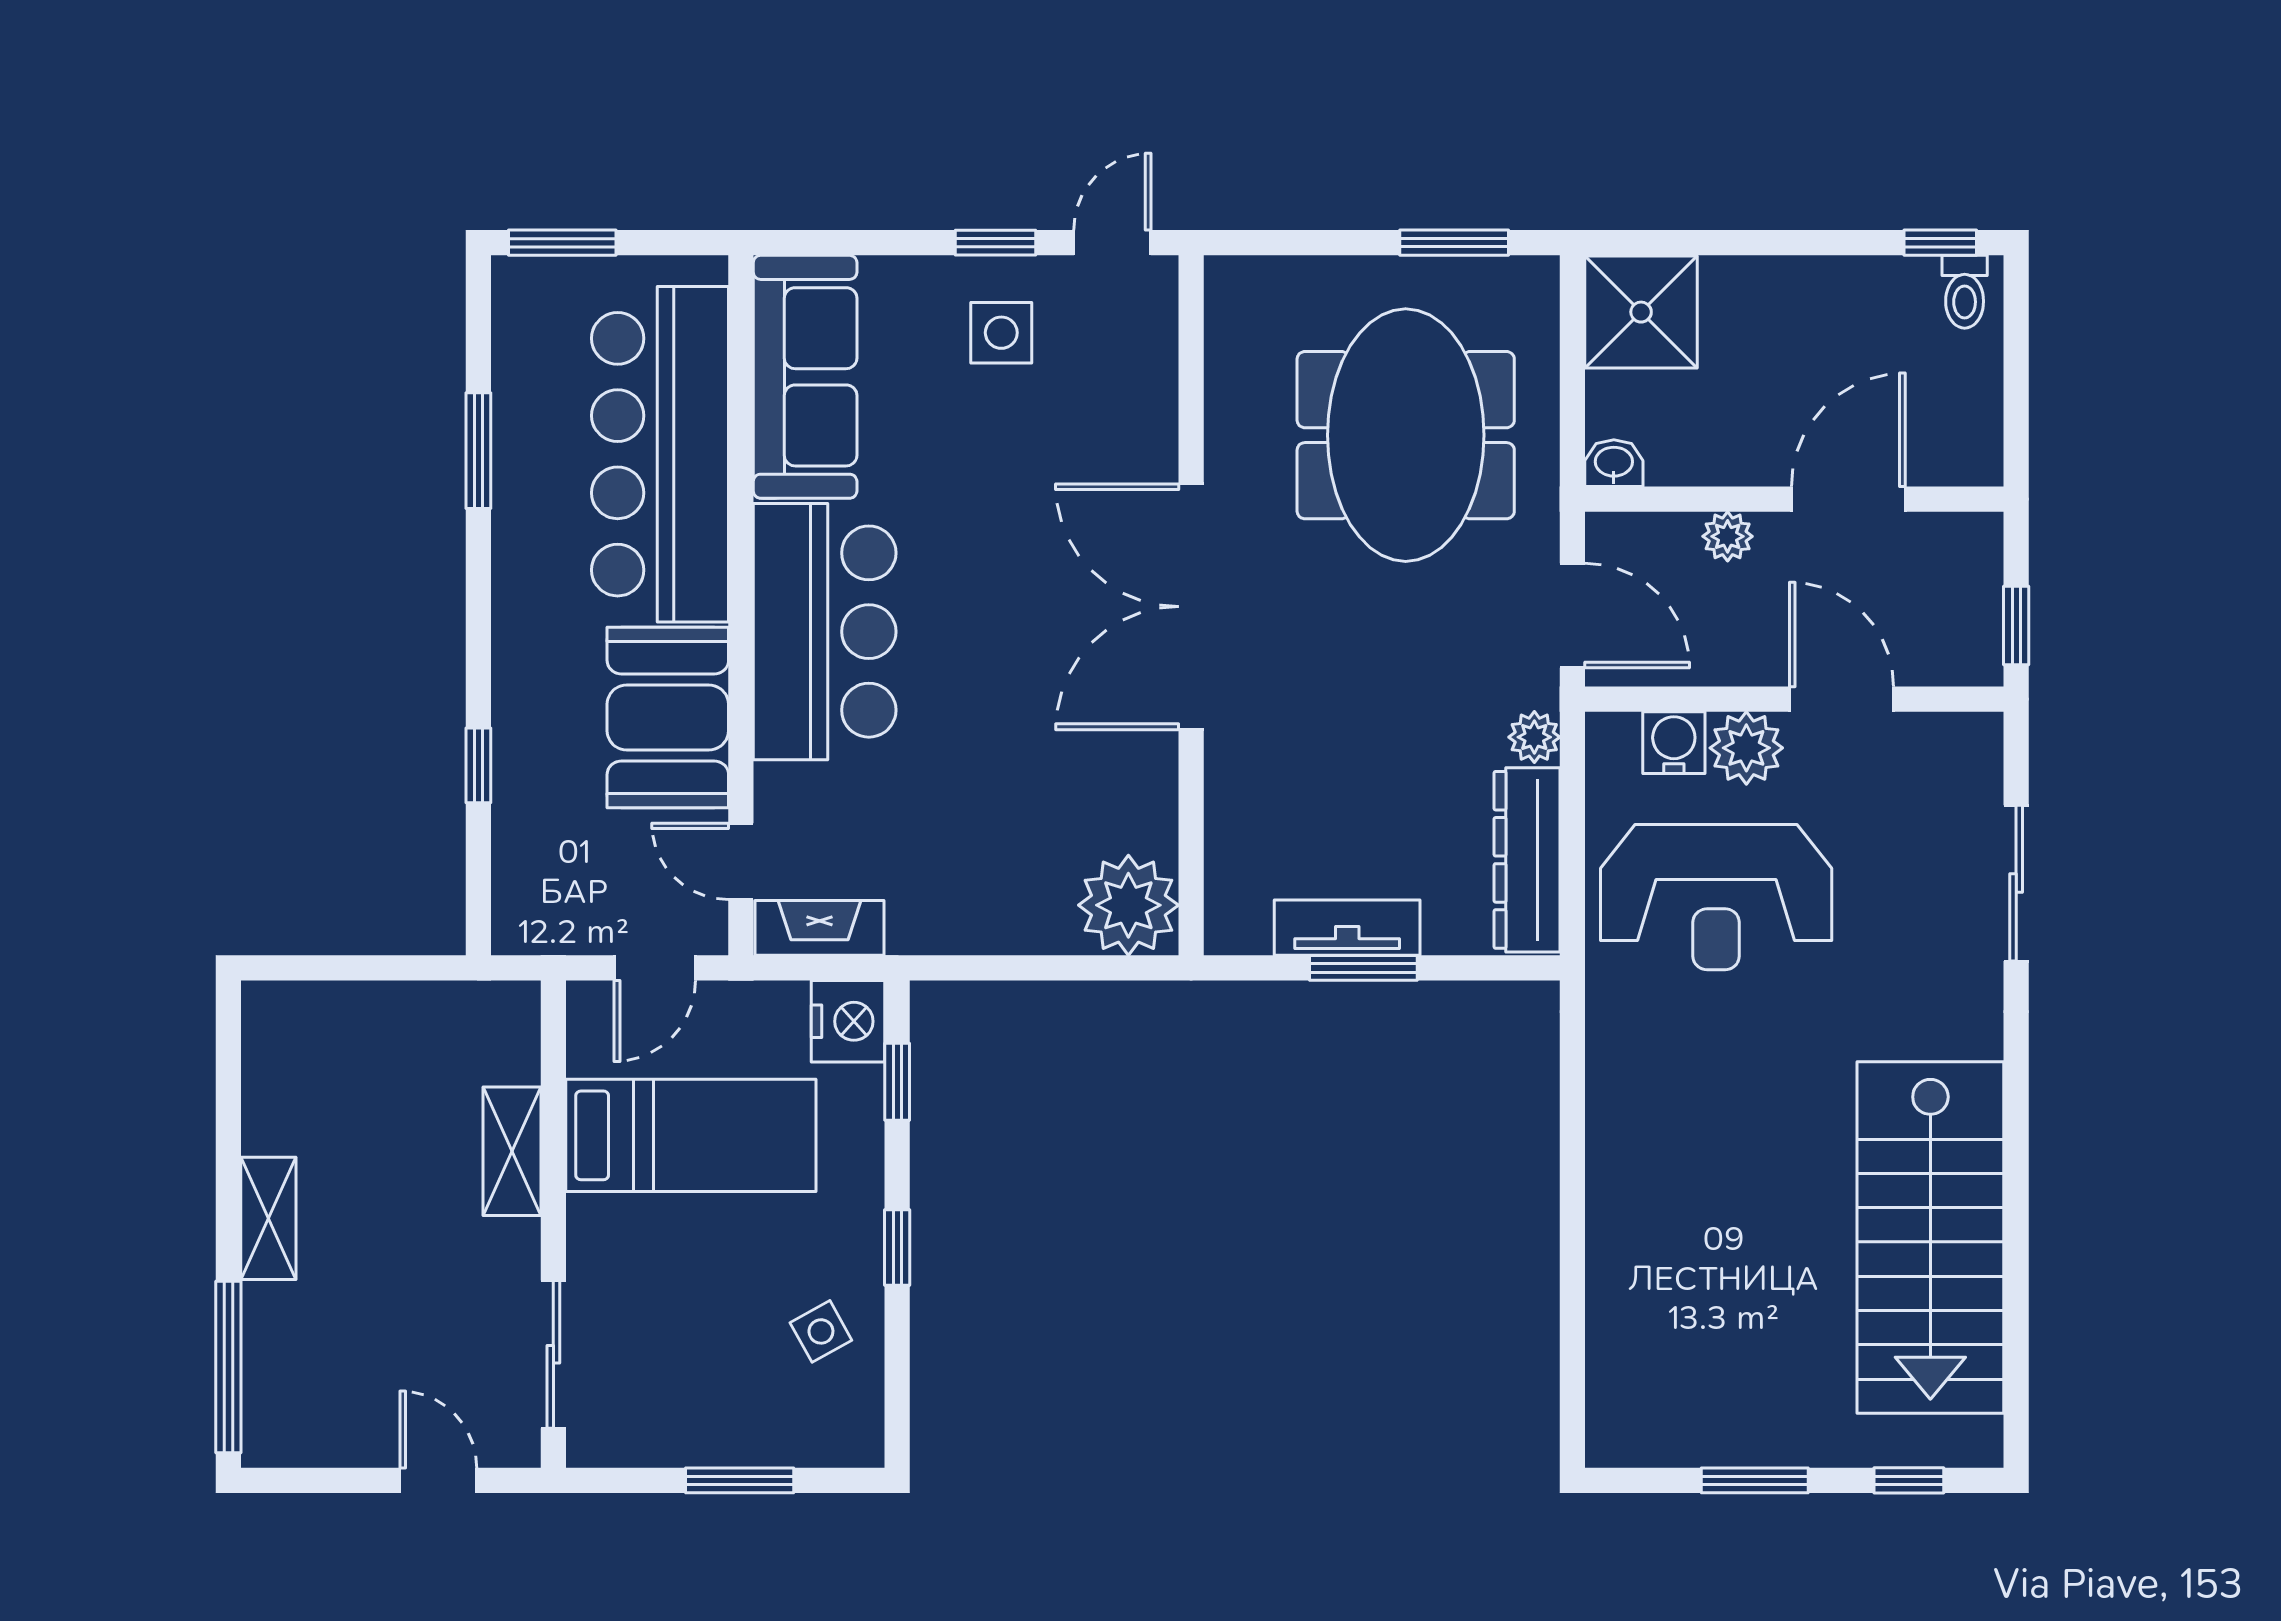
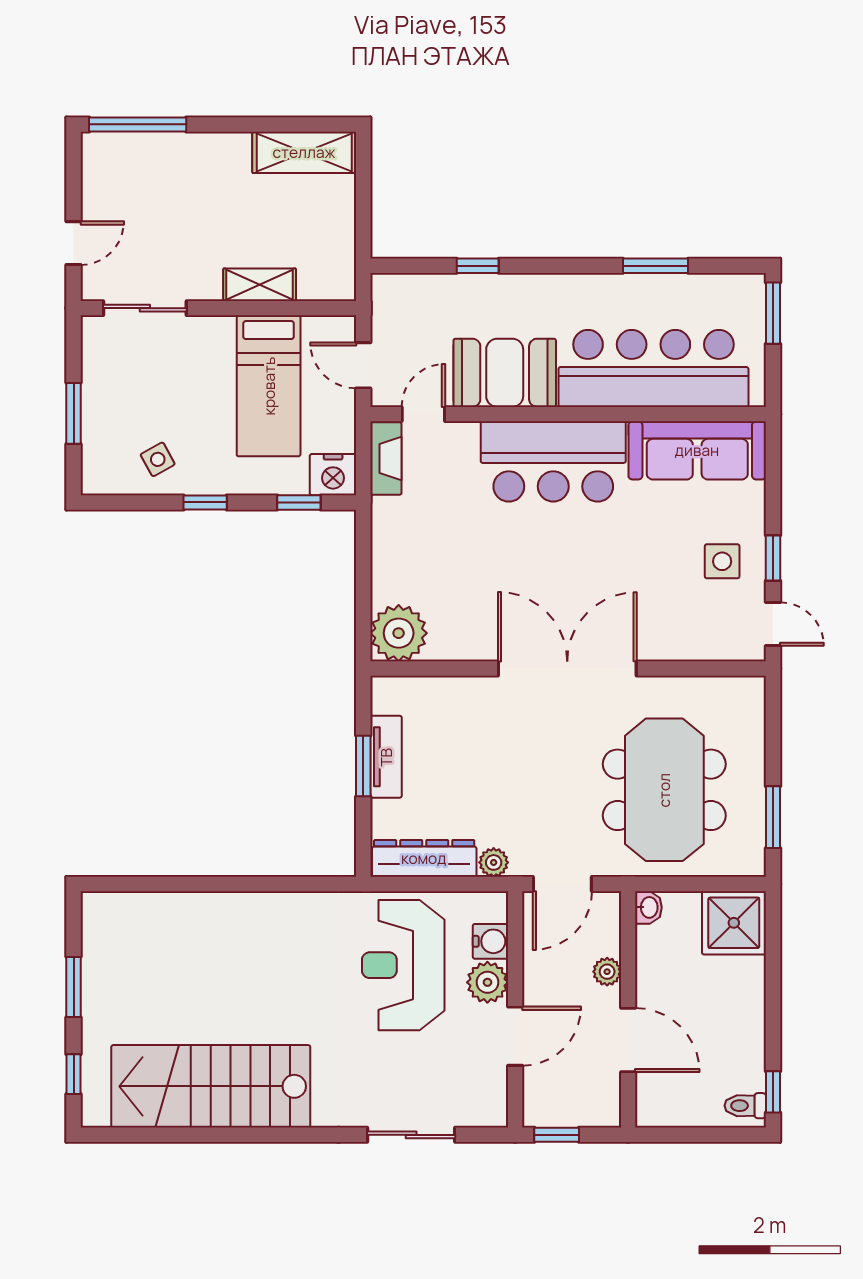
meeting table: (1406, 435) -> (664, 790), turned 90
shelving: (268, 1218) -> (304, 152), moved, width x1.50, depth x1.33

